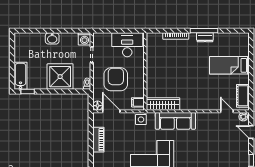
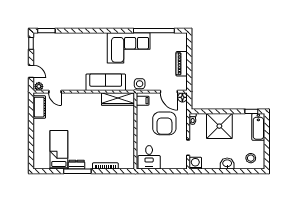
stool: (28, 44) -> (251, 158), added
desk: (127, 45) -> (149, 157), width x0.73
bed: (229, 65) -> (59, 150), moved, turned -90

